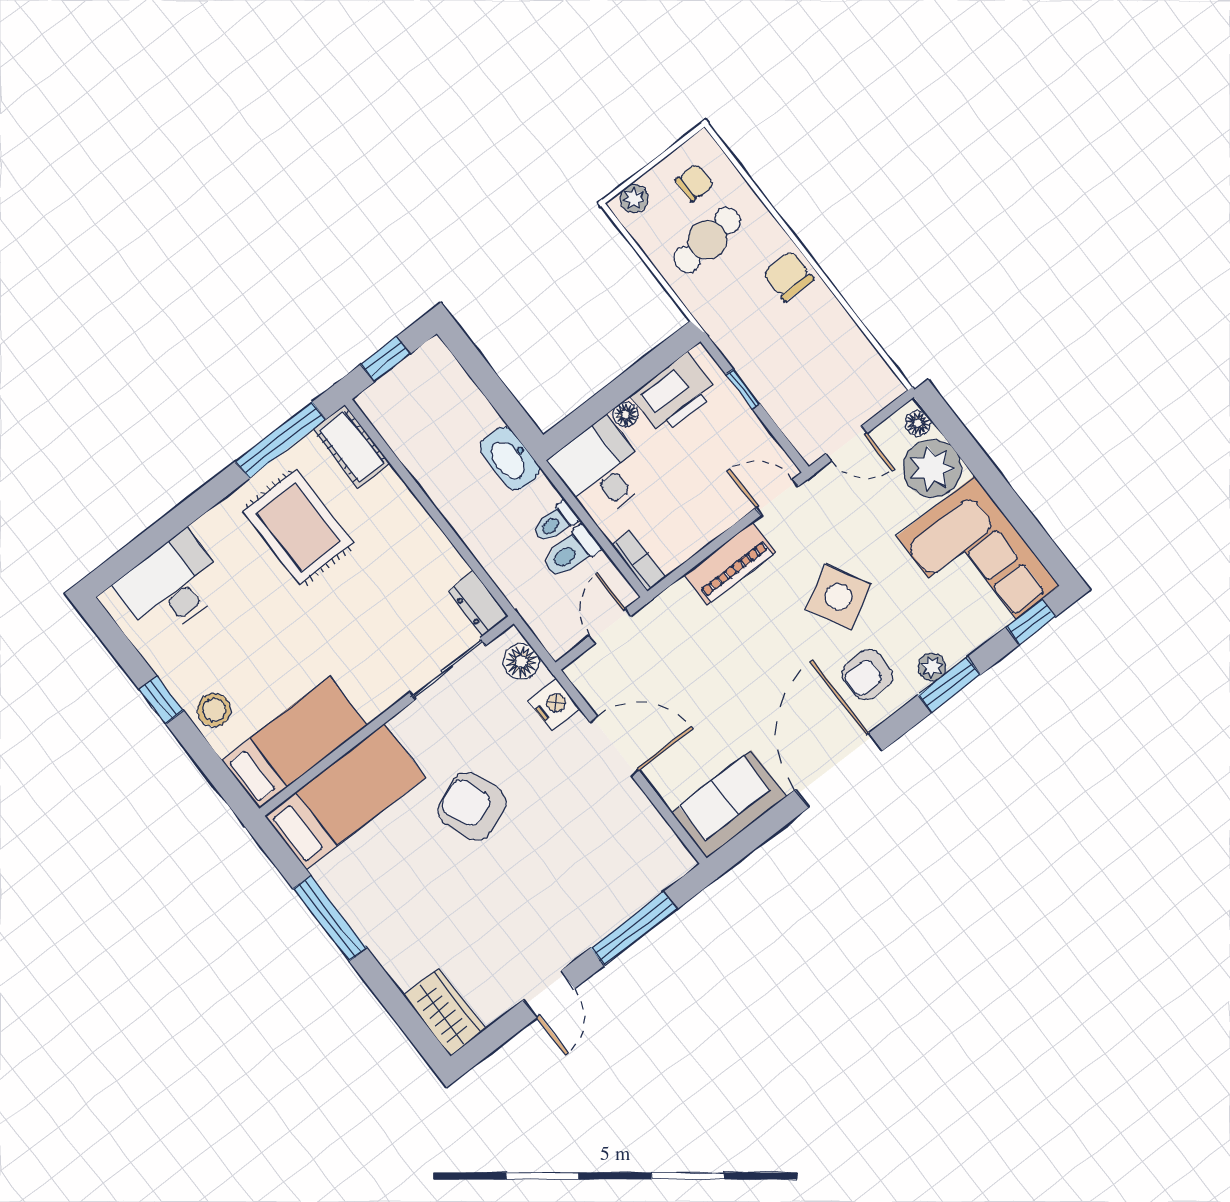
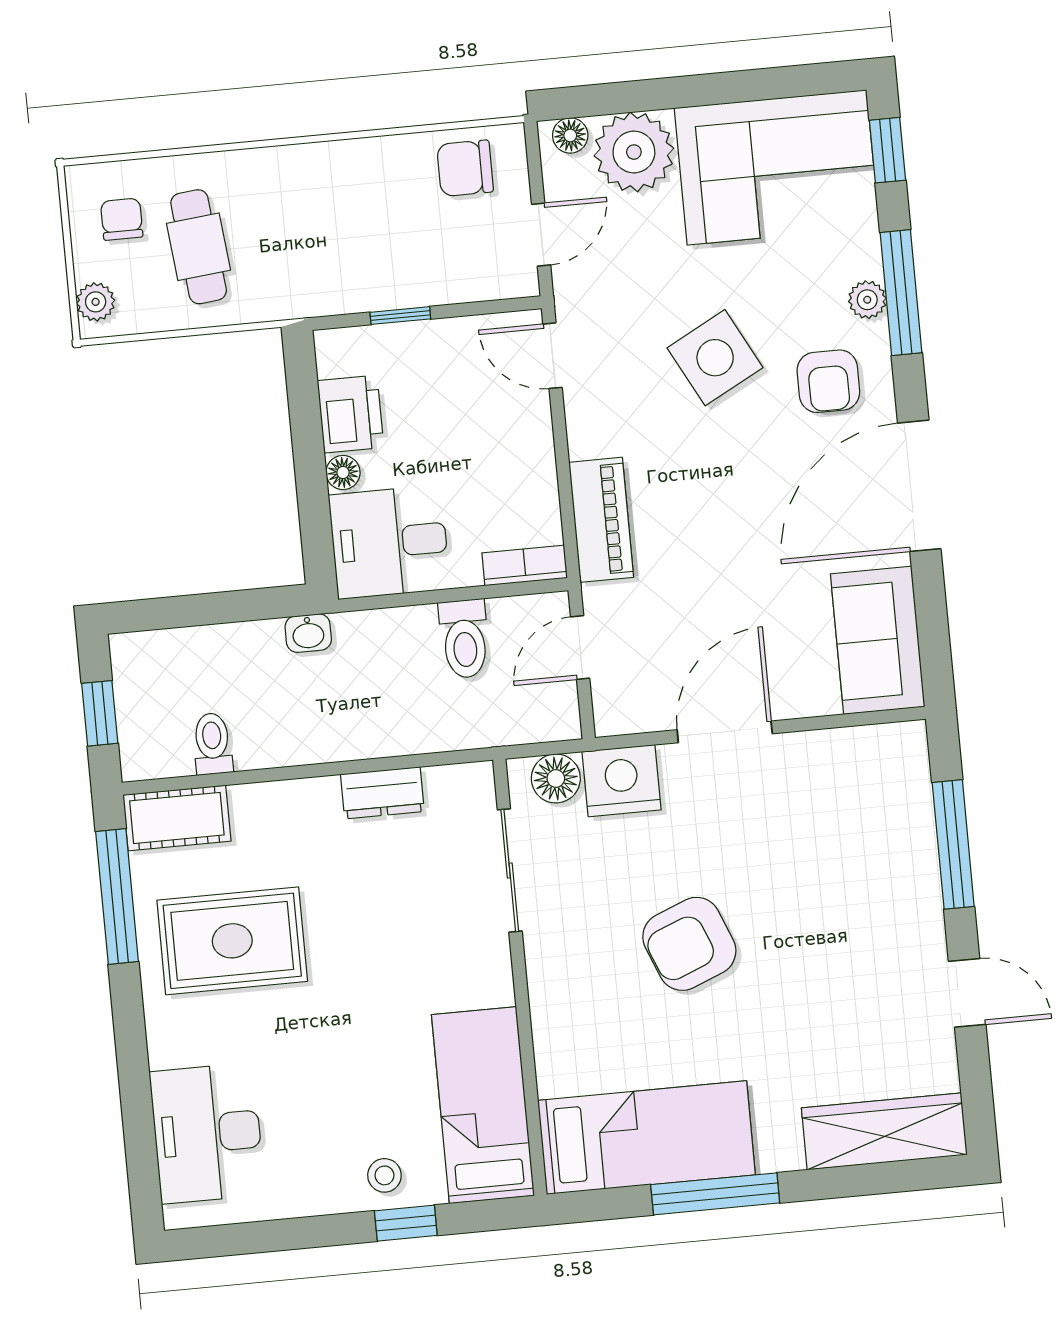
chair: (788, 276) -> (465, 168), moved
printer: (674, 394) -> (351, 414), width x0.73, depth x0.84
washbasin: (510, 459) -> (308, 633), width x0.52, depth x0.69
door: (777, 497) -> (552, 356), hinge flipped
toilet: (555, 522) -> (212, 744), moved, turned 180
piano: (730, 563) -> (601, 520), moved
dresser: (478, 603) -> (382, 793), moved
door: (610, 626) -> (580, 648), hinge flipped
window: (949, 685) -> (901, 293), width x1.44
window: (161, 700) -> (406, 1223), moved
nightstand: (554, 704) -> (622, 781), width x1.36, depth x1.33
stool: (214, 710) -> (384, 1175), width x0.73, depth x0.73
door: (839, 770) -> (919, 486), hinge flipped
bed: (345, 797) -> (647, 1138), moved, turned 90
wardrobe: (445, 1012) -> (884, 1131), width x1.50

